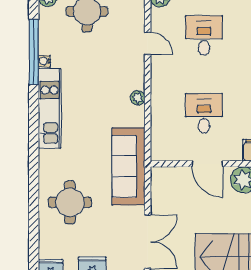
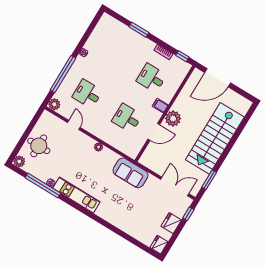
door: (148, 43) -> (74, 125), hinge flipped
sofa: (128, 166) -> (130, 173), width x0.73
round table: (70, 202) -> (131, 214), removed

